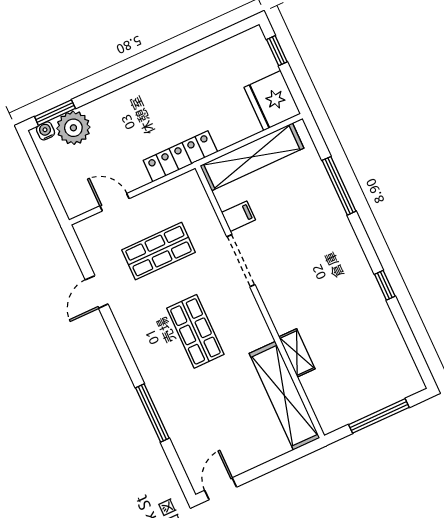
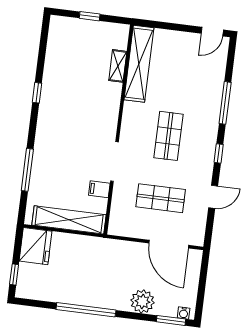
window: (165, 62) -> (86, 310), added
plant: (73, 128) -> (142, 301), moved
locker: (180, 156) -> (112, 247), removed
door: (114, 202) -> (169, 244), width x1.88
window: (122, 348) -> (219, 153), added
shelving: (297, 353) -> (118, 66), moved
window: (379, 416) -> (90, 16), width x0.46

